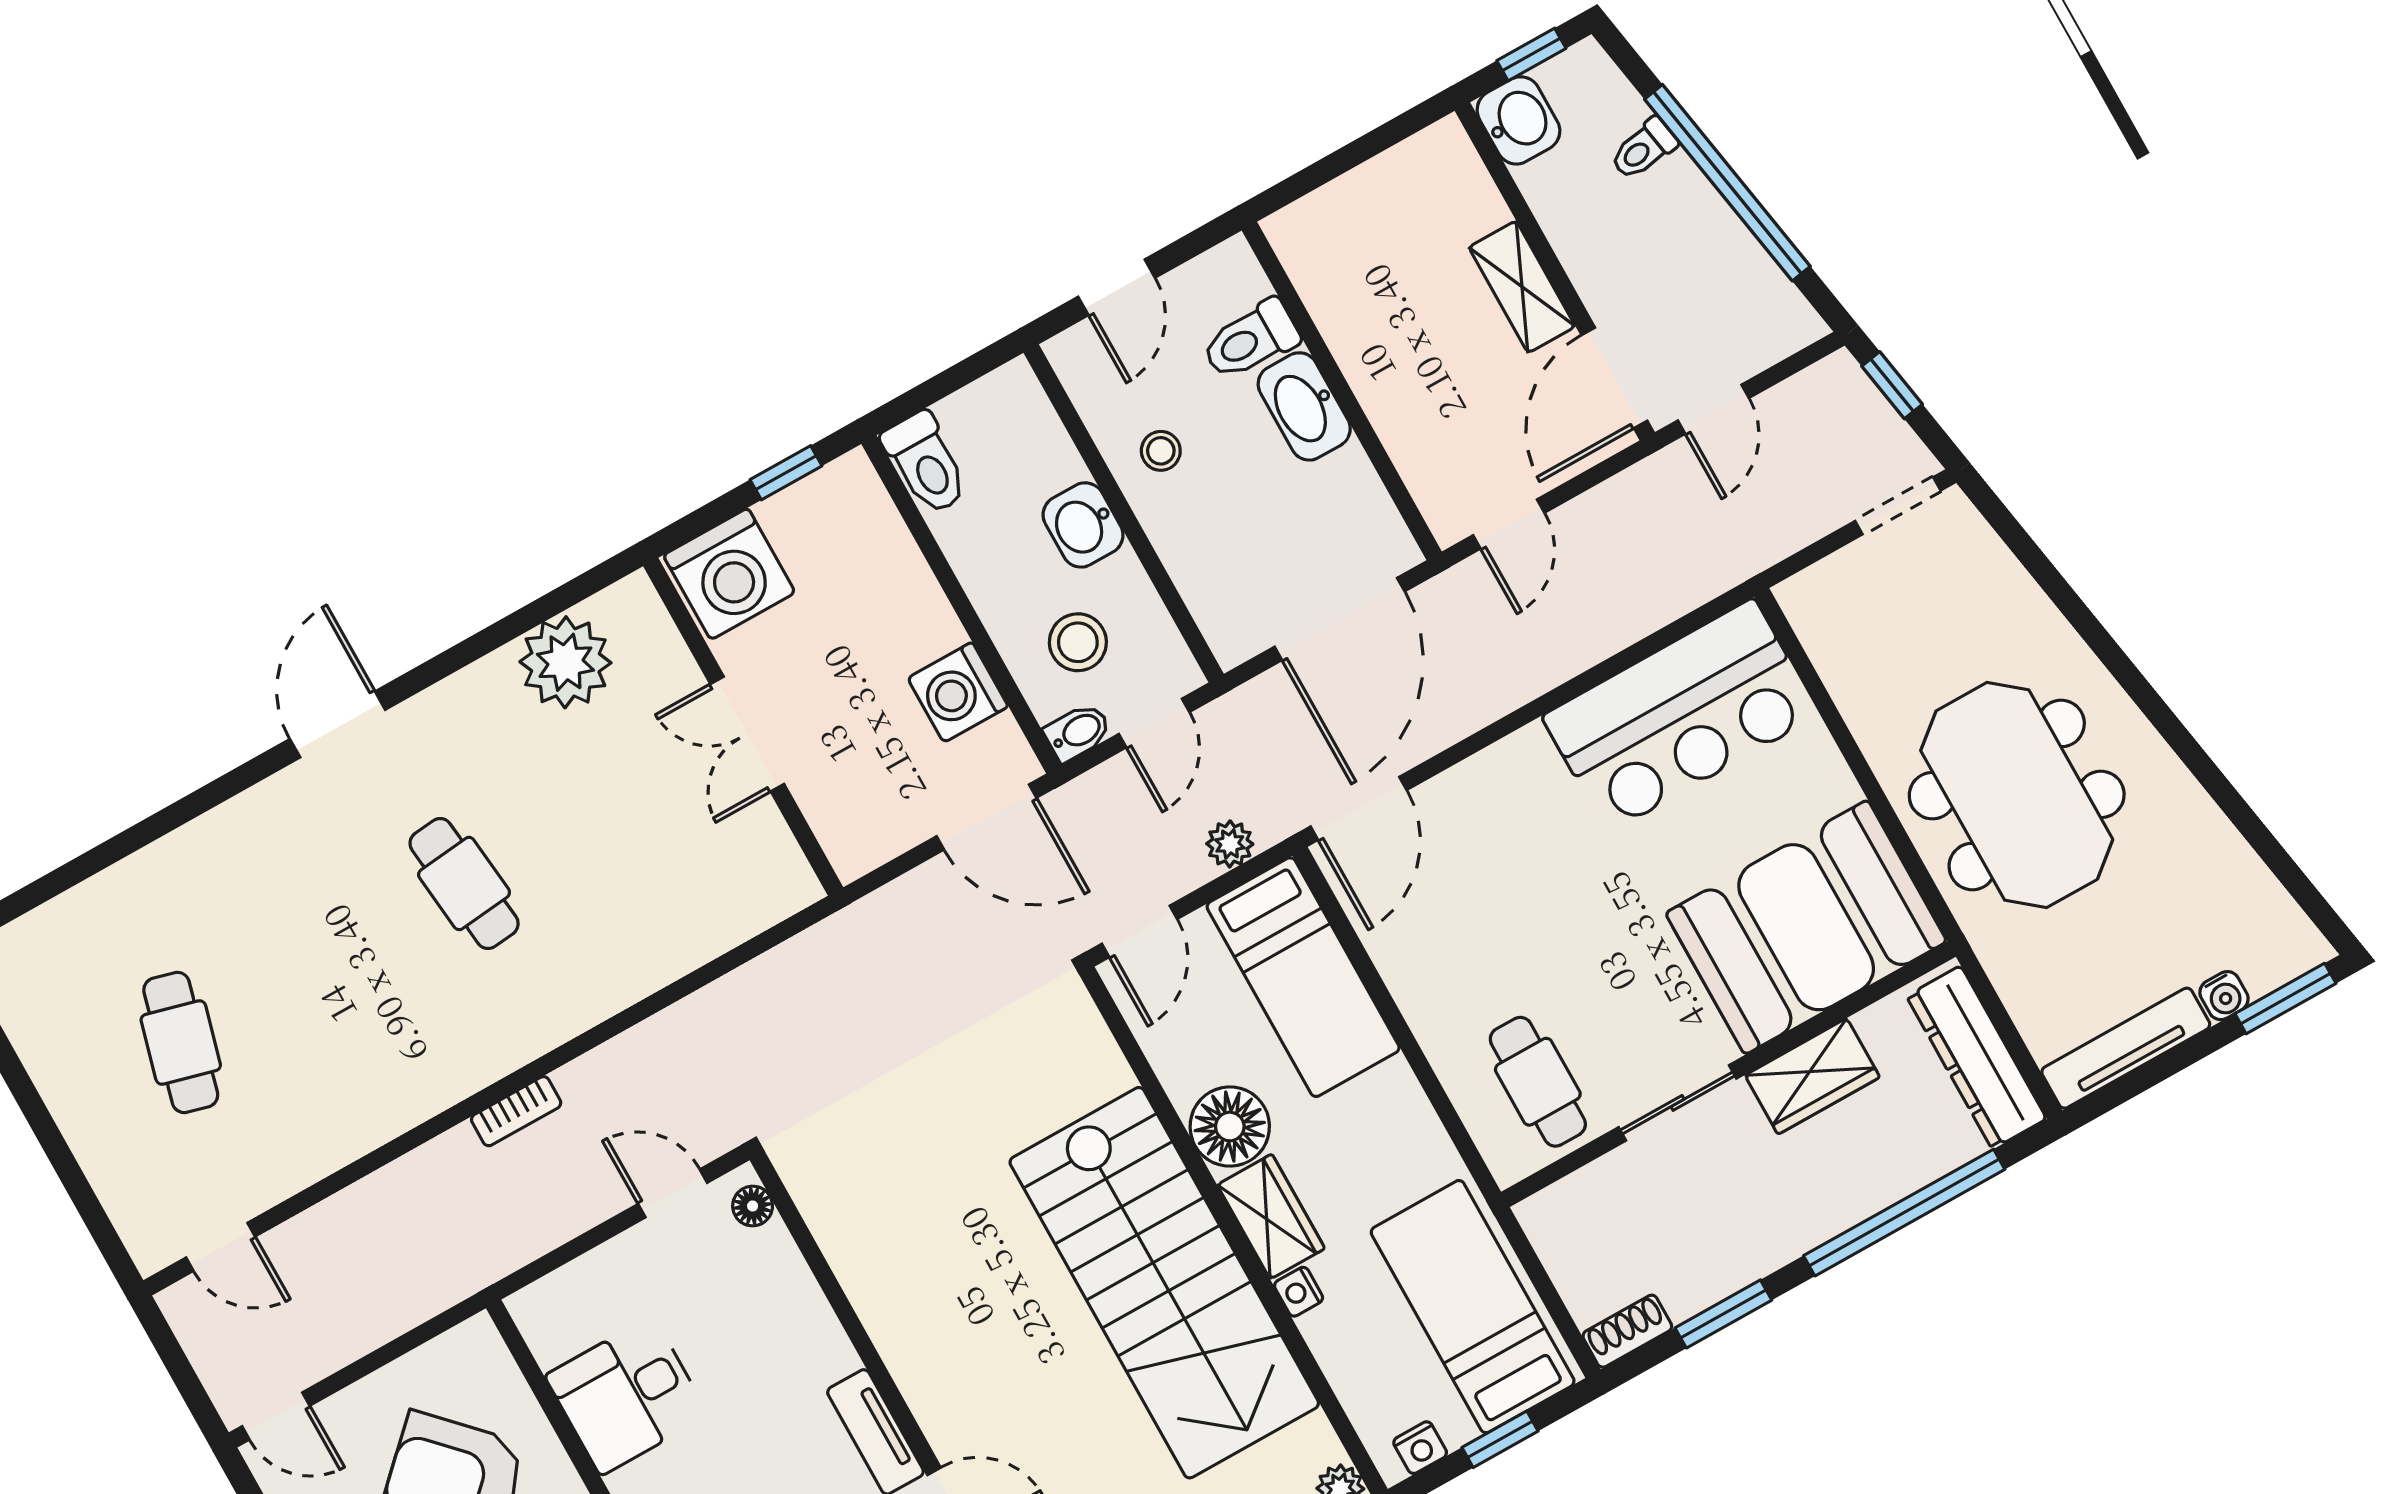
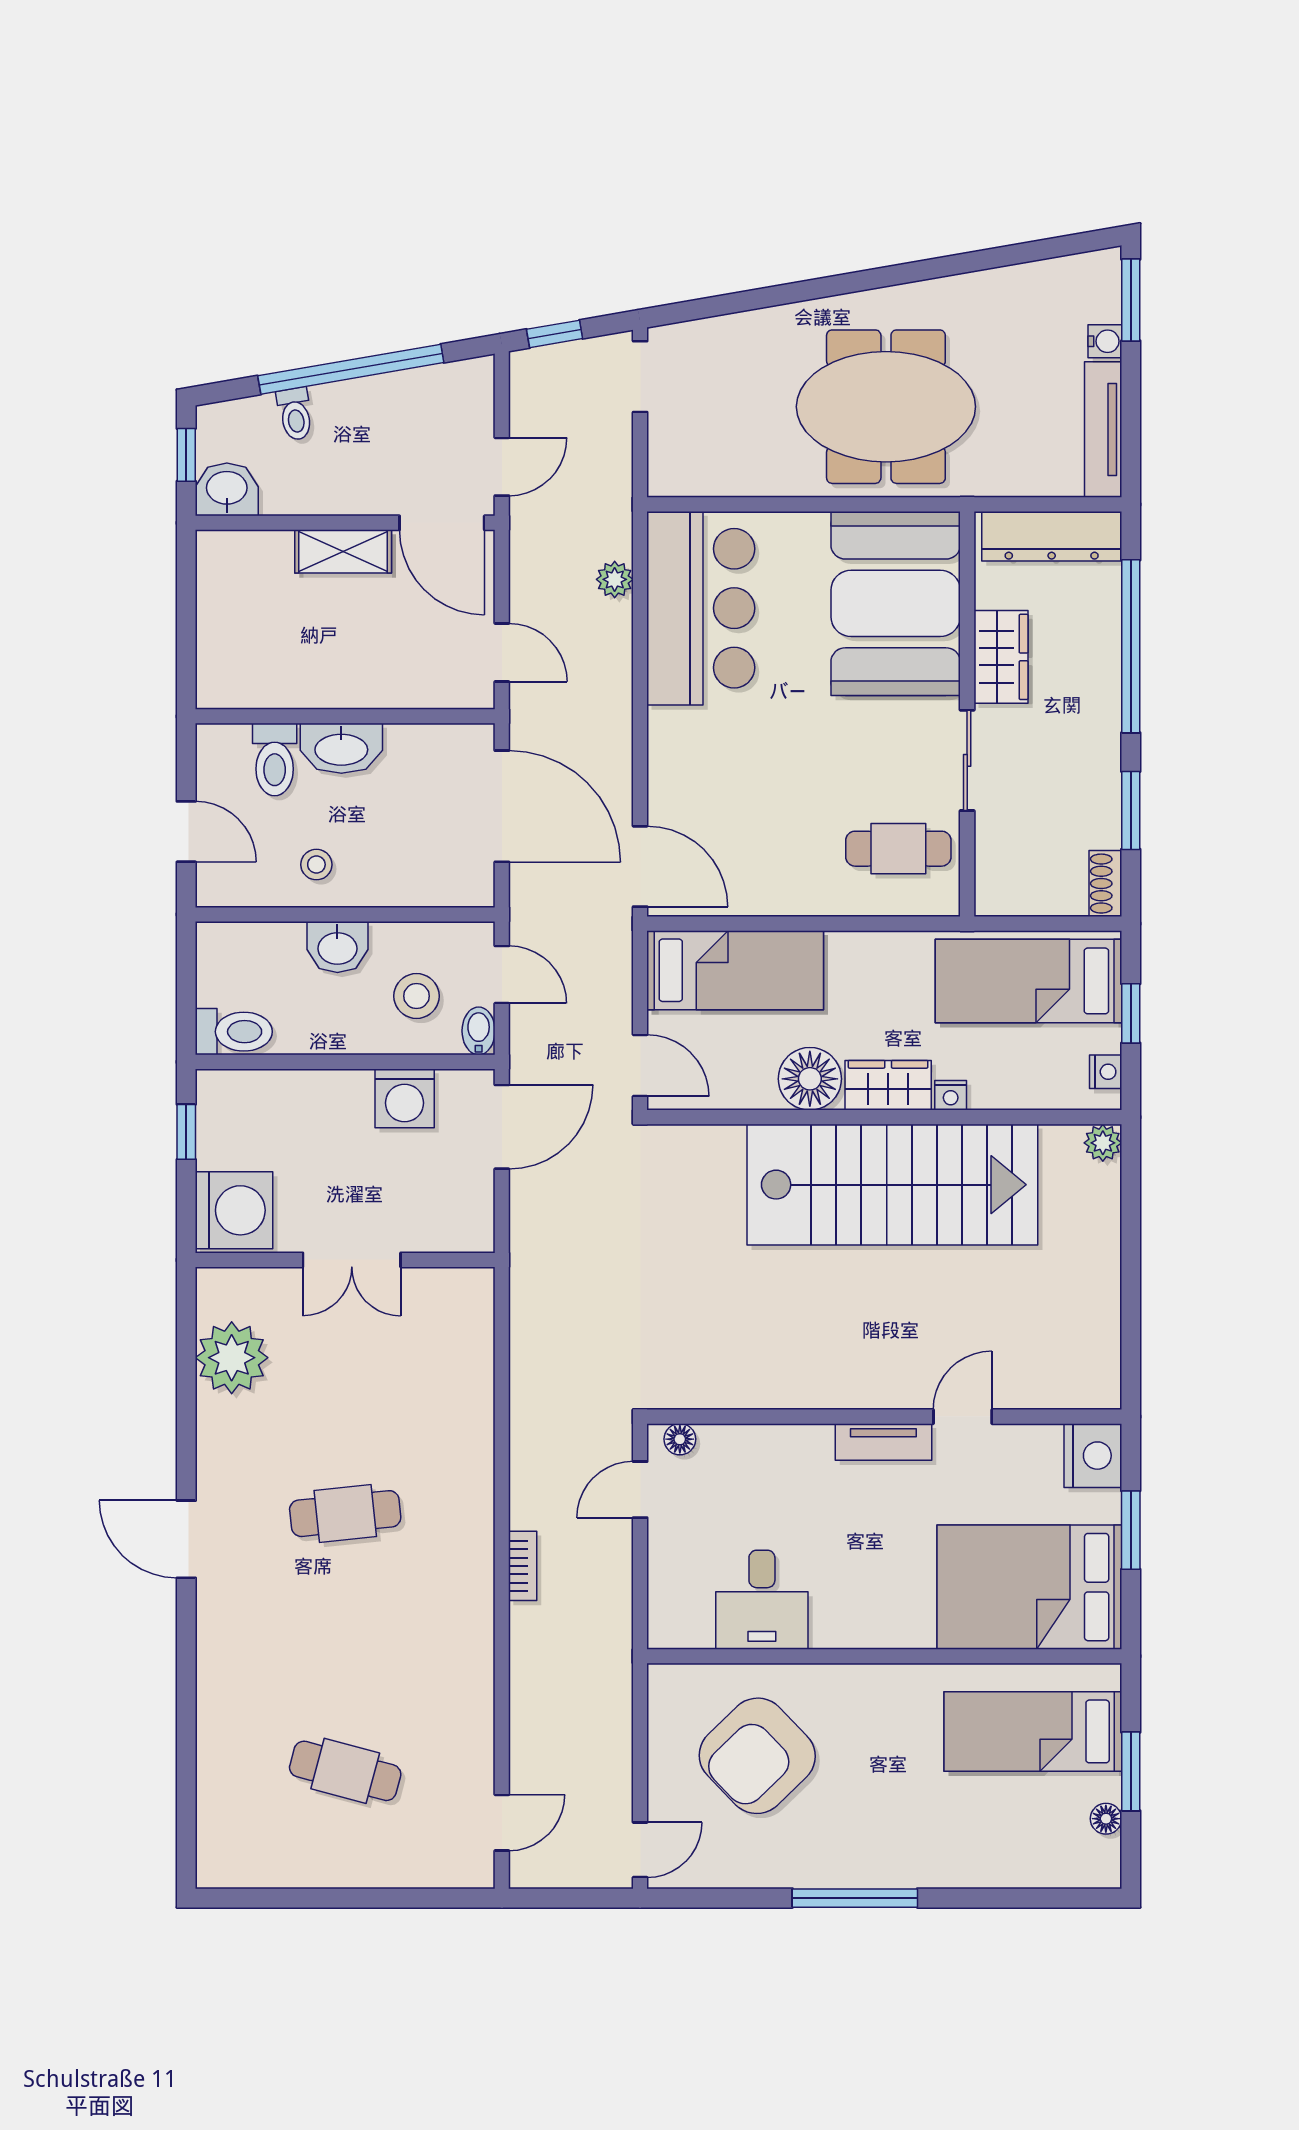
door: (1713, 409) -> (502, 467), hinge flipped
plant: (1230, 844) -> (615, 579), moved

